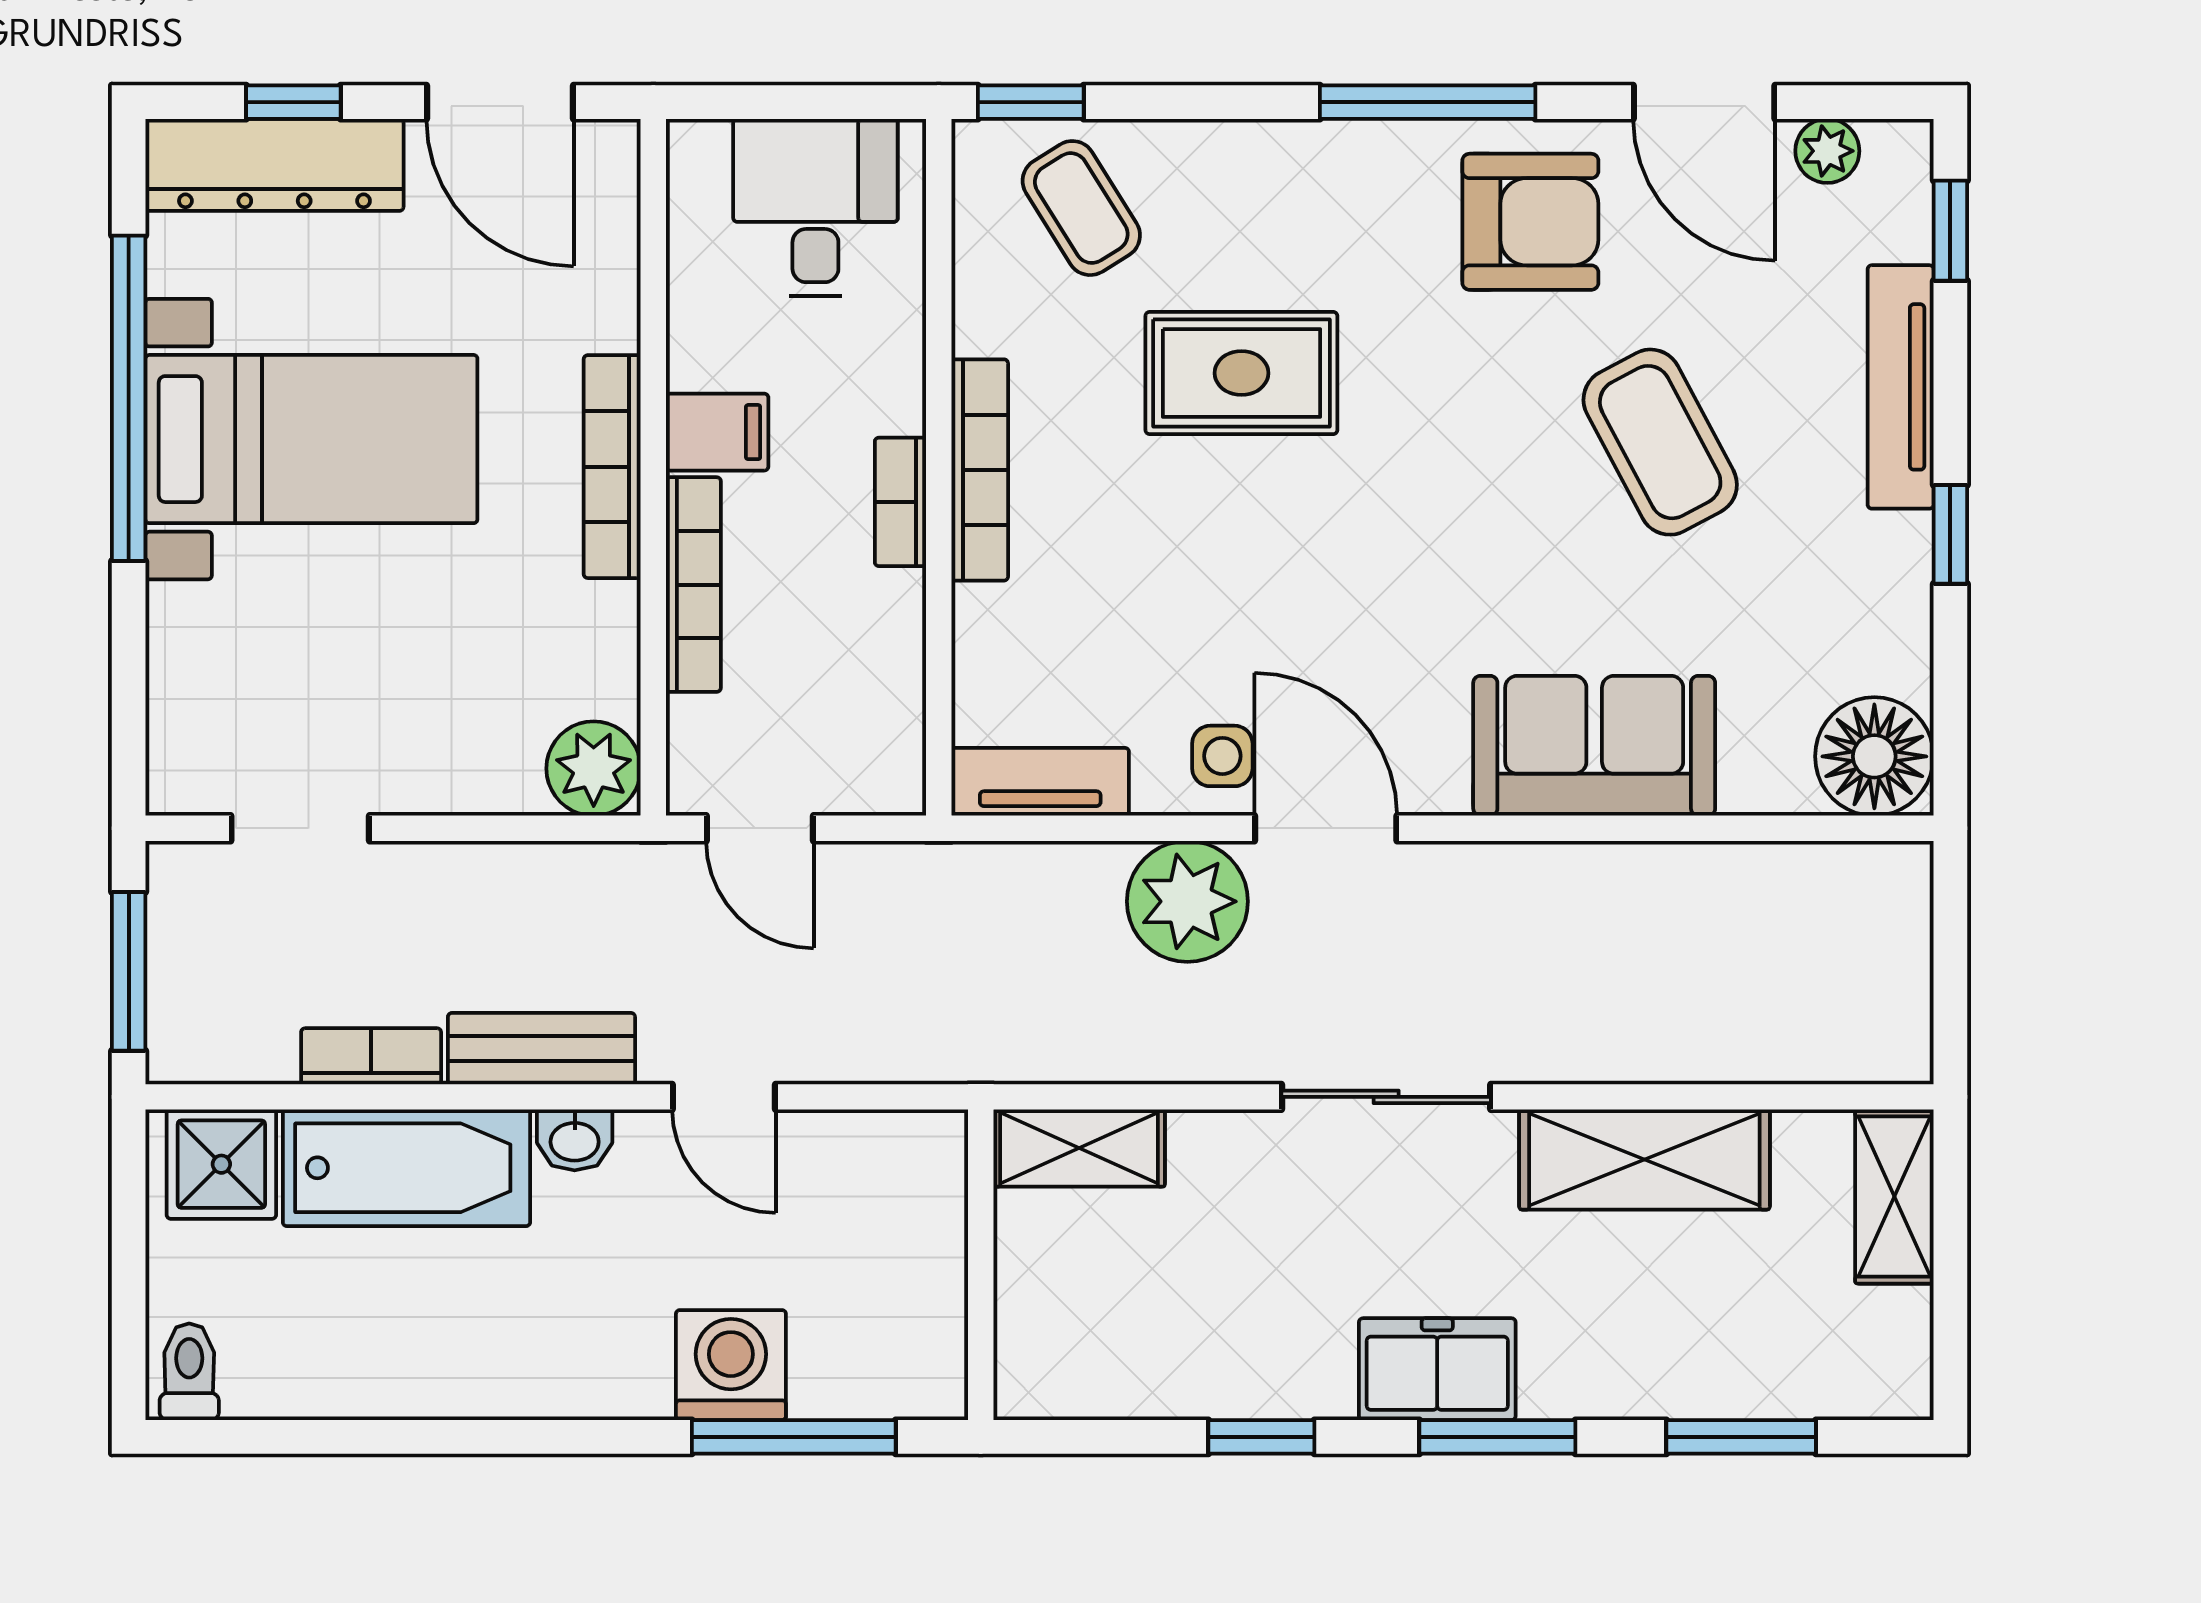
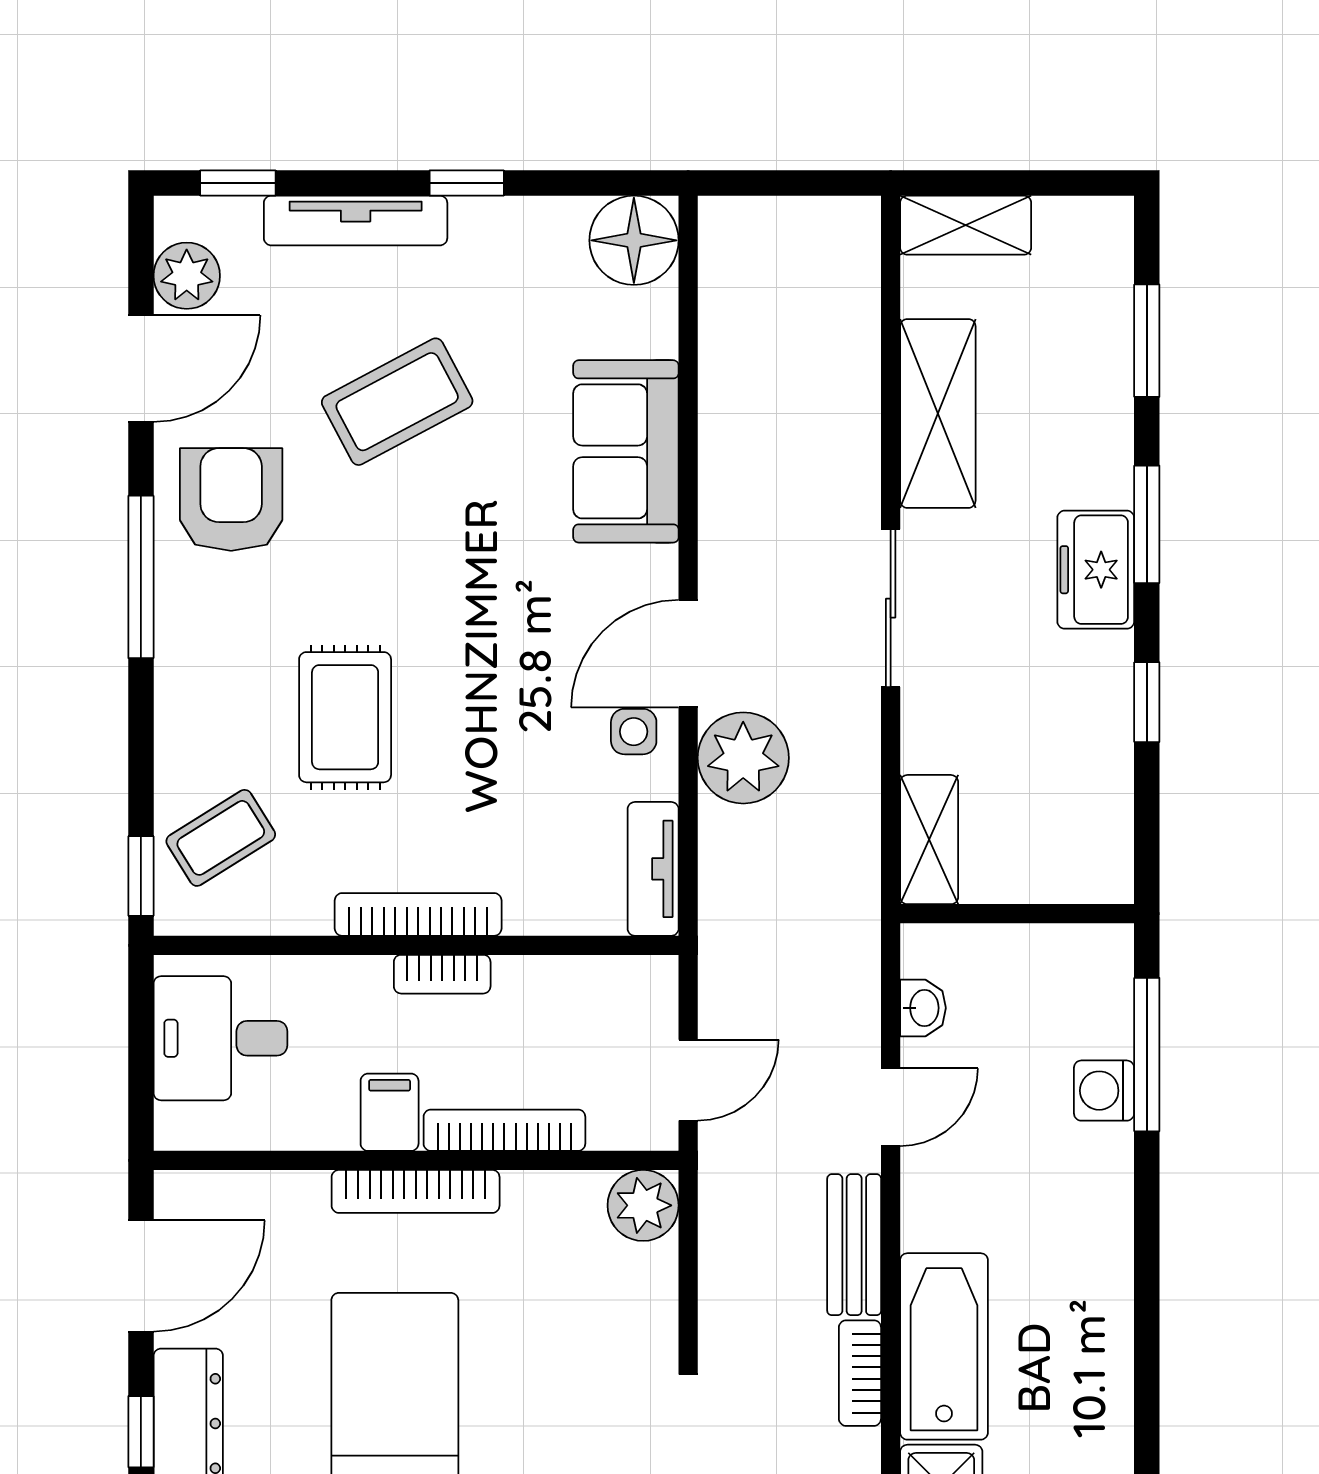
plant: (1827, 151) -> (187, 276), width x1.38, depth x1.38
washbasin: (575, 1140) -> (923, 1008), moved
washing machine: (731, 1365) -> (1104, 1091), width x0.73, depth x0.73

